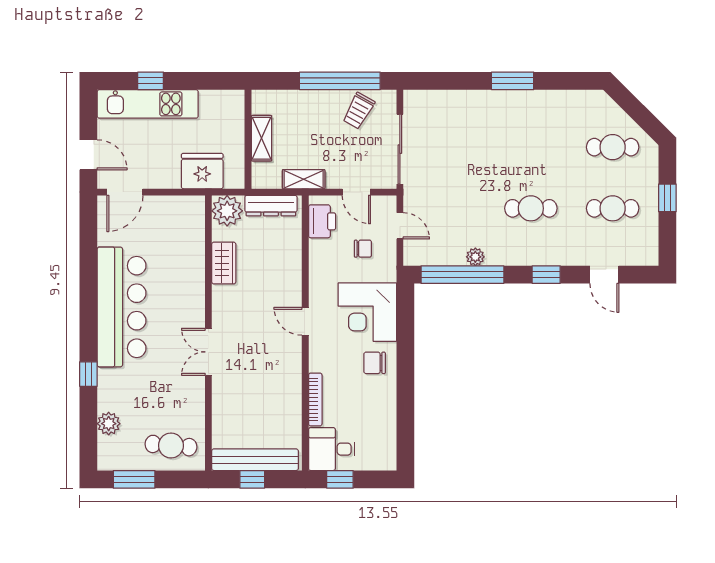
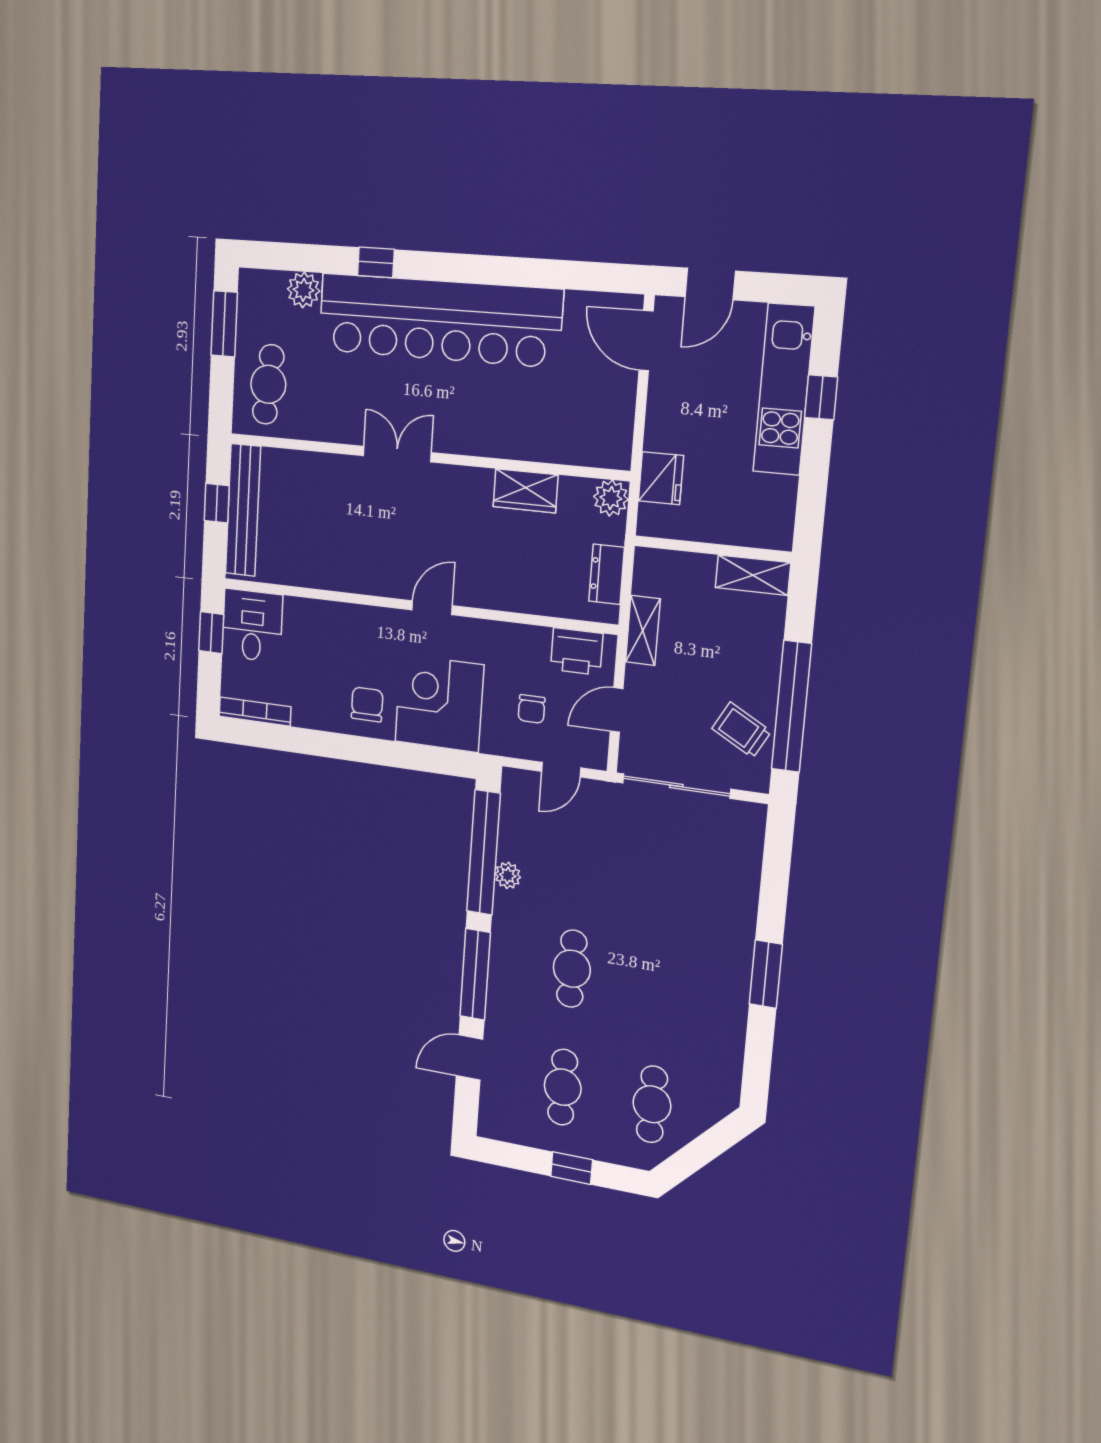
shelving: (262, 138) -> (753, 575), moved
fridge: (202, 171) -> (661, 478), width x0.73, depth x0.75
dresser: (271, 206) -> (607, 574), width x0.70
plant: (227, 211) -> (611, 498), width x0.73, depth x0.73
window: (546, 275) -> (475, 974), width x2.17
bar counter: (122, 307) -> (439, 320), width x1.36
bookcase: (315, 399) -> (255, 711), moved, turned 180

